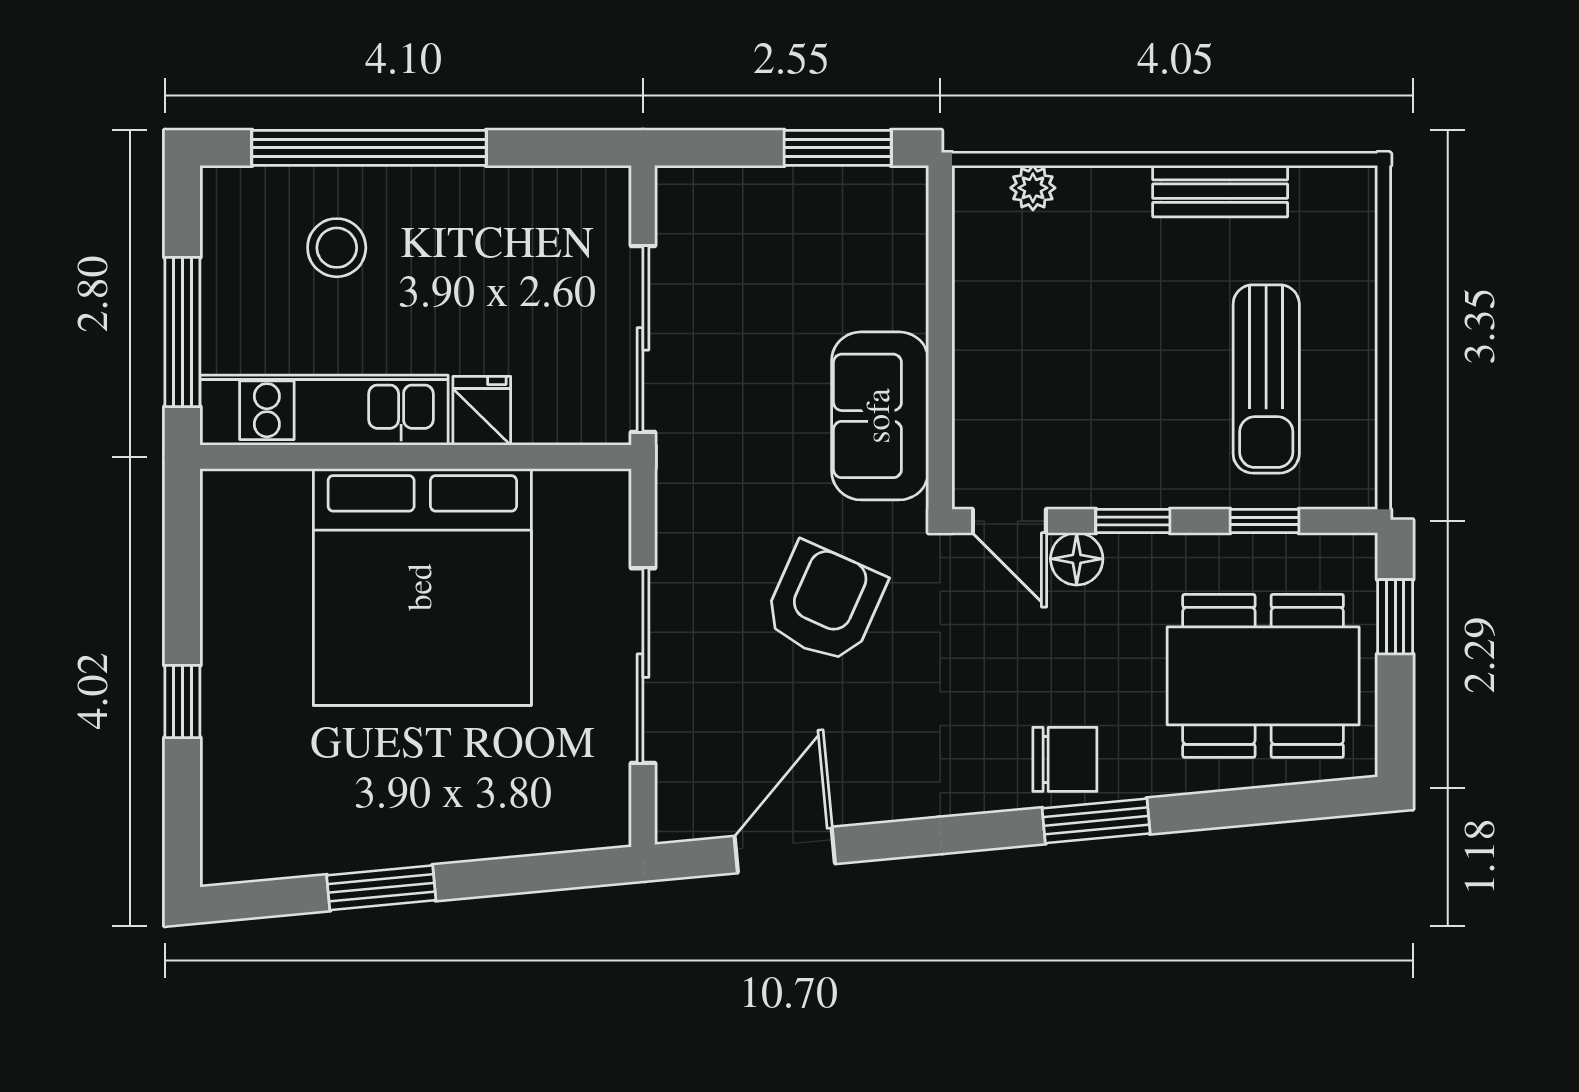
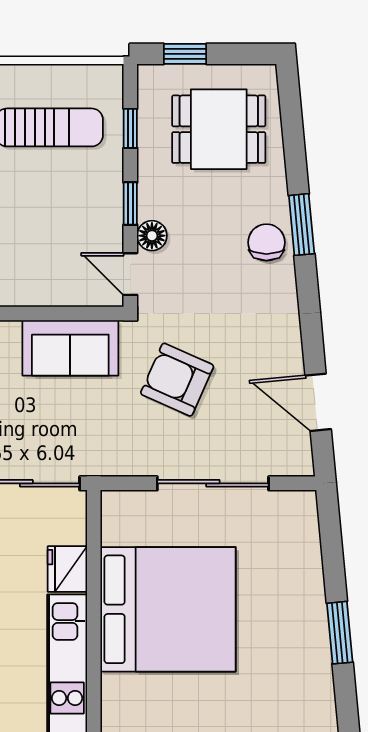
fridge: (482, 411) -> (67, 569), width x1.38
door: (1009, 521) -> (130, 274), swing flipped
dining table: (1263, 676) -> (219, 129), width x0.73

